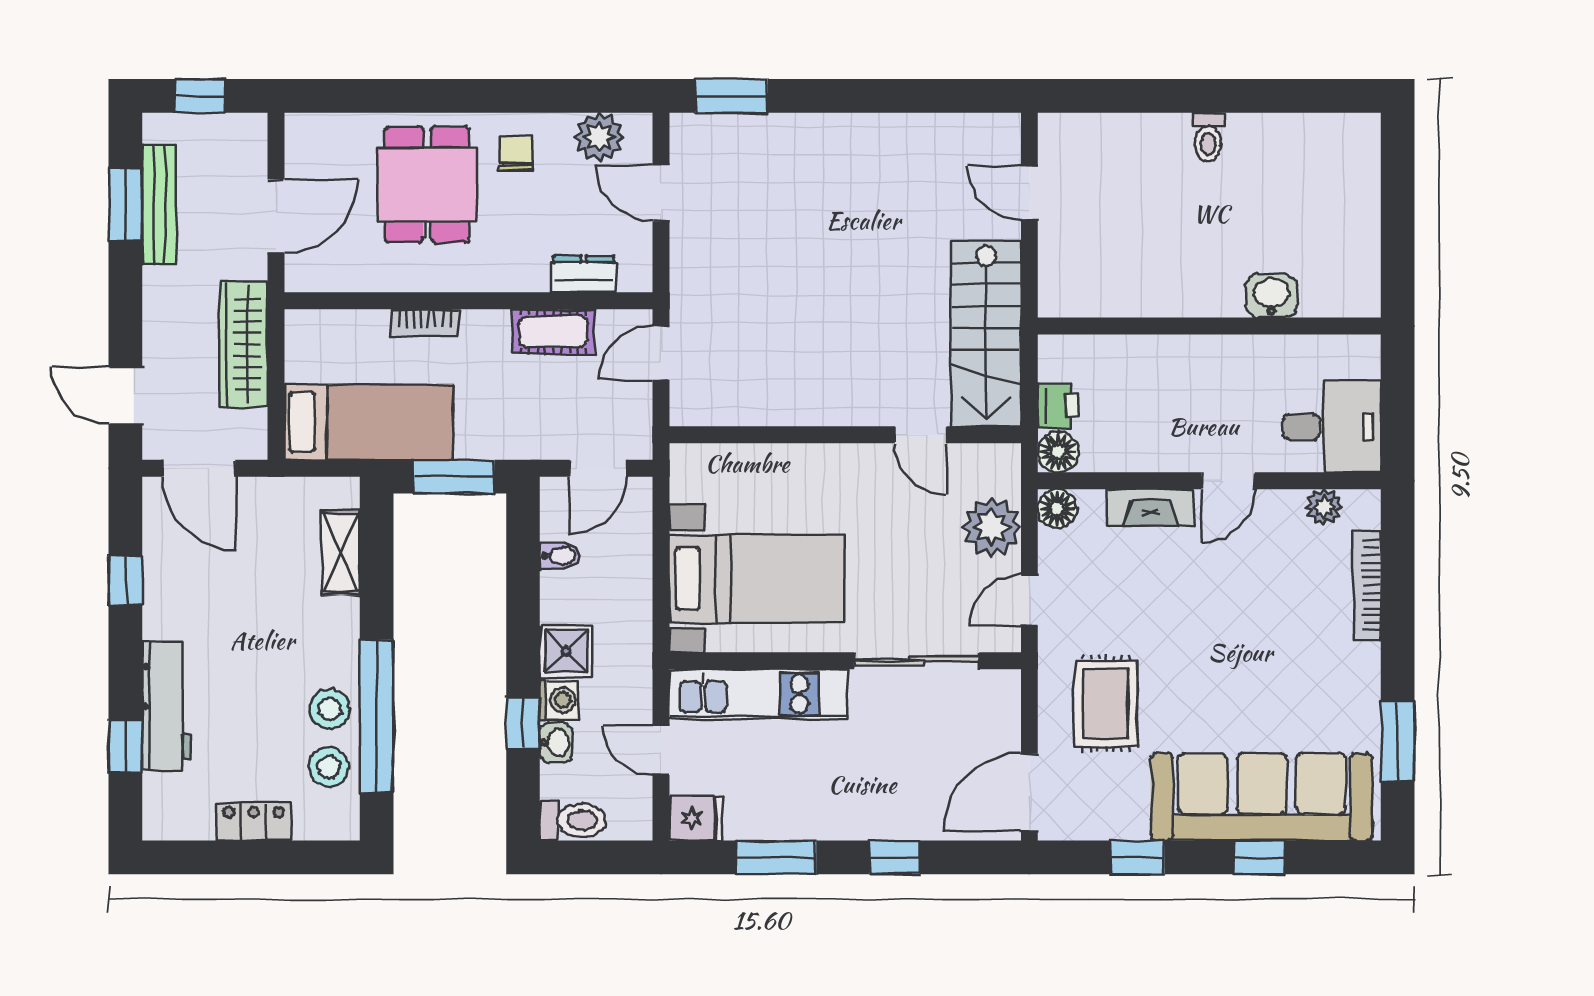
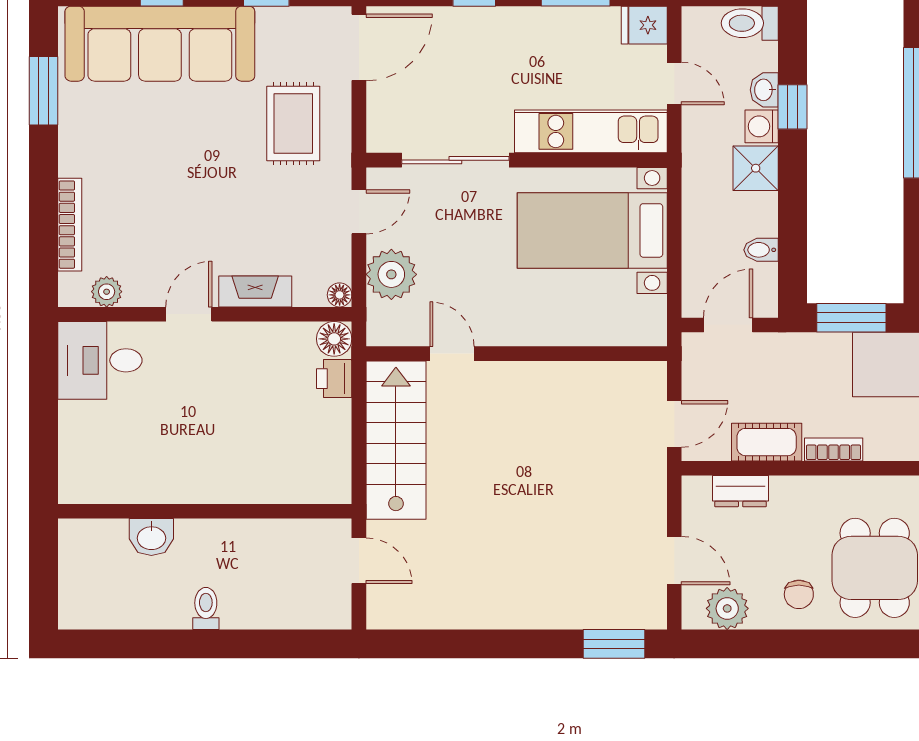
washbasin: (1272, 296) -> (151, 537), moved
bookcase: (425, 323) -> (834, 450), moved
wall: (1209, 326) -> (205, 511), moved
floor lamp: (1057, 509) -> (340, 295), width x0.73, depth x0.73

